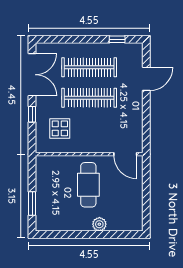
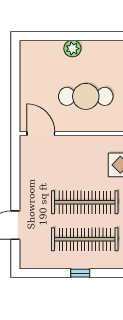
window: (117, 39) -> (80, 273), moved
cafe table: (88, 185) -> (86, 96), turned 90

